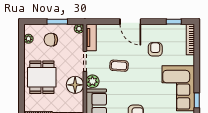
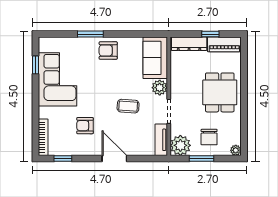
plant: (79, 29) -> (180, 145), width x1.88, depth x1.88
plant: (28, 39) -> (236, 150), moved
chair: (51, 40) -> (209, 137), turned 90
armchair: (155, 49) -> (85, 126), turned 90
floor lamp: (75, 85) -> (180, 83), removed

